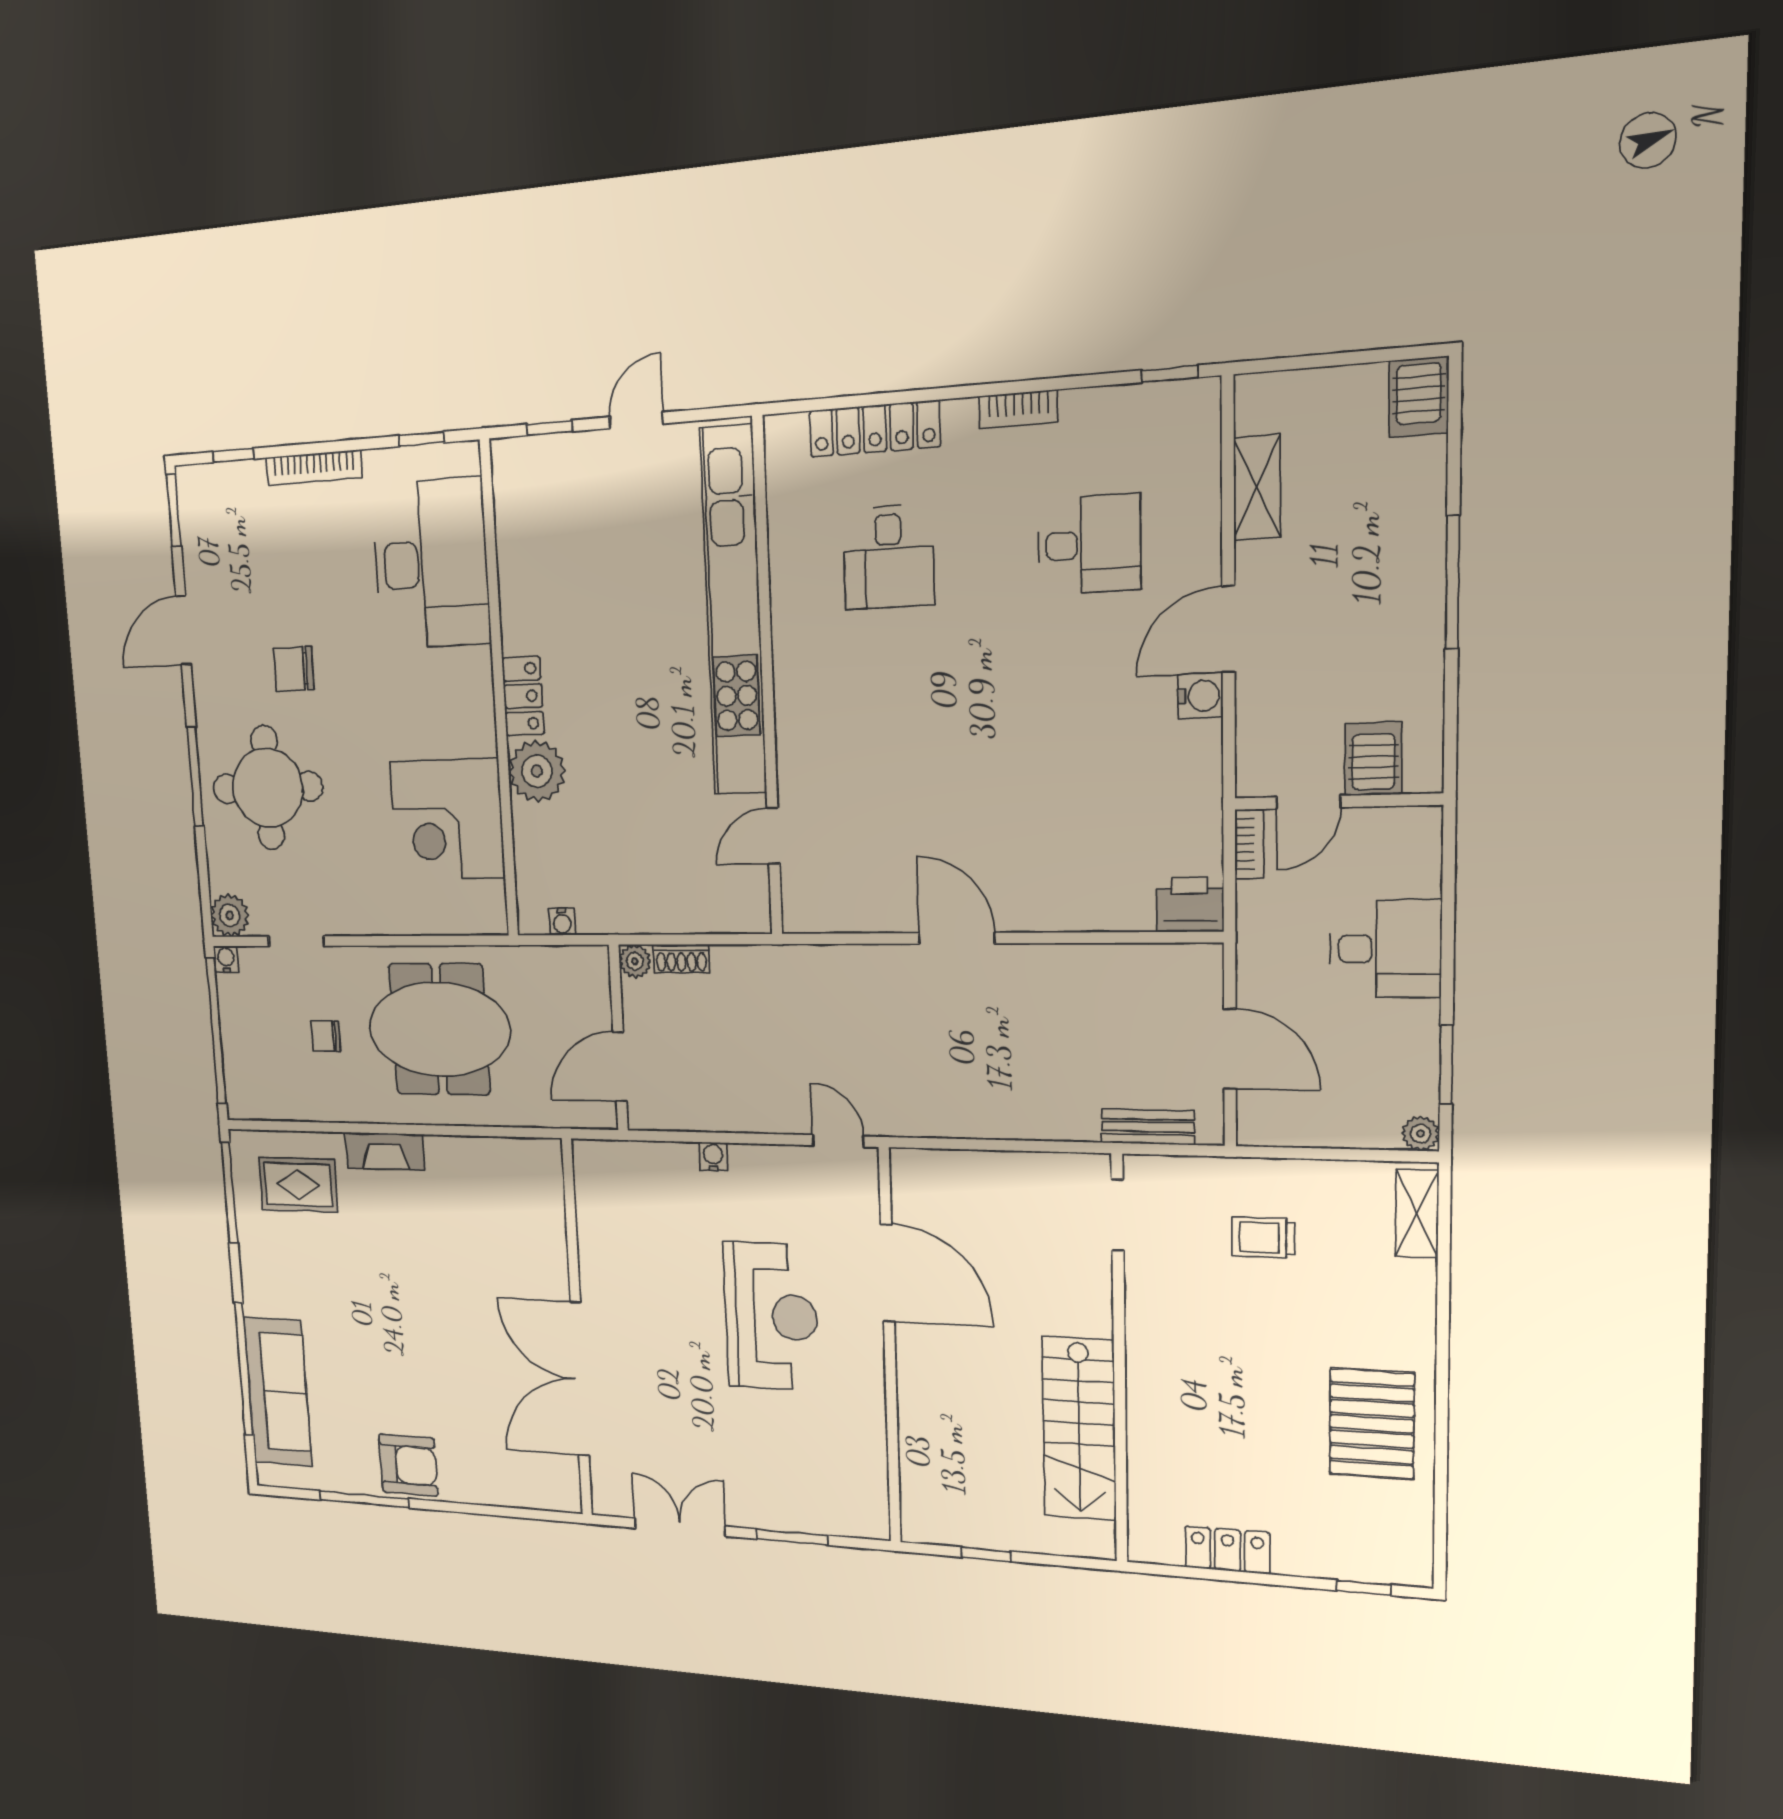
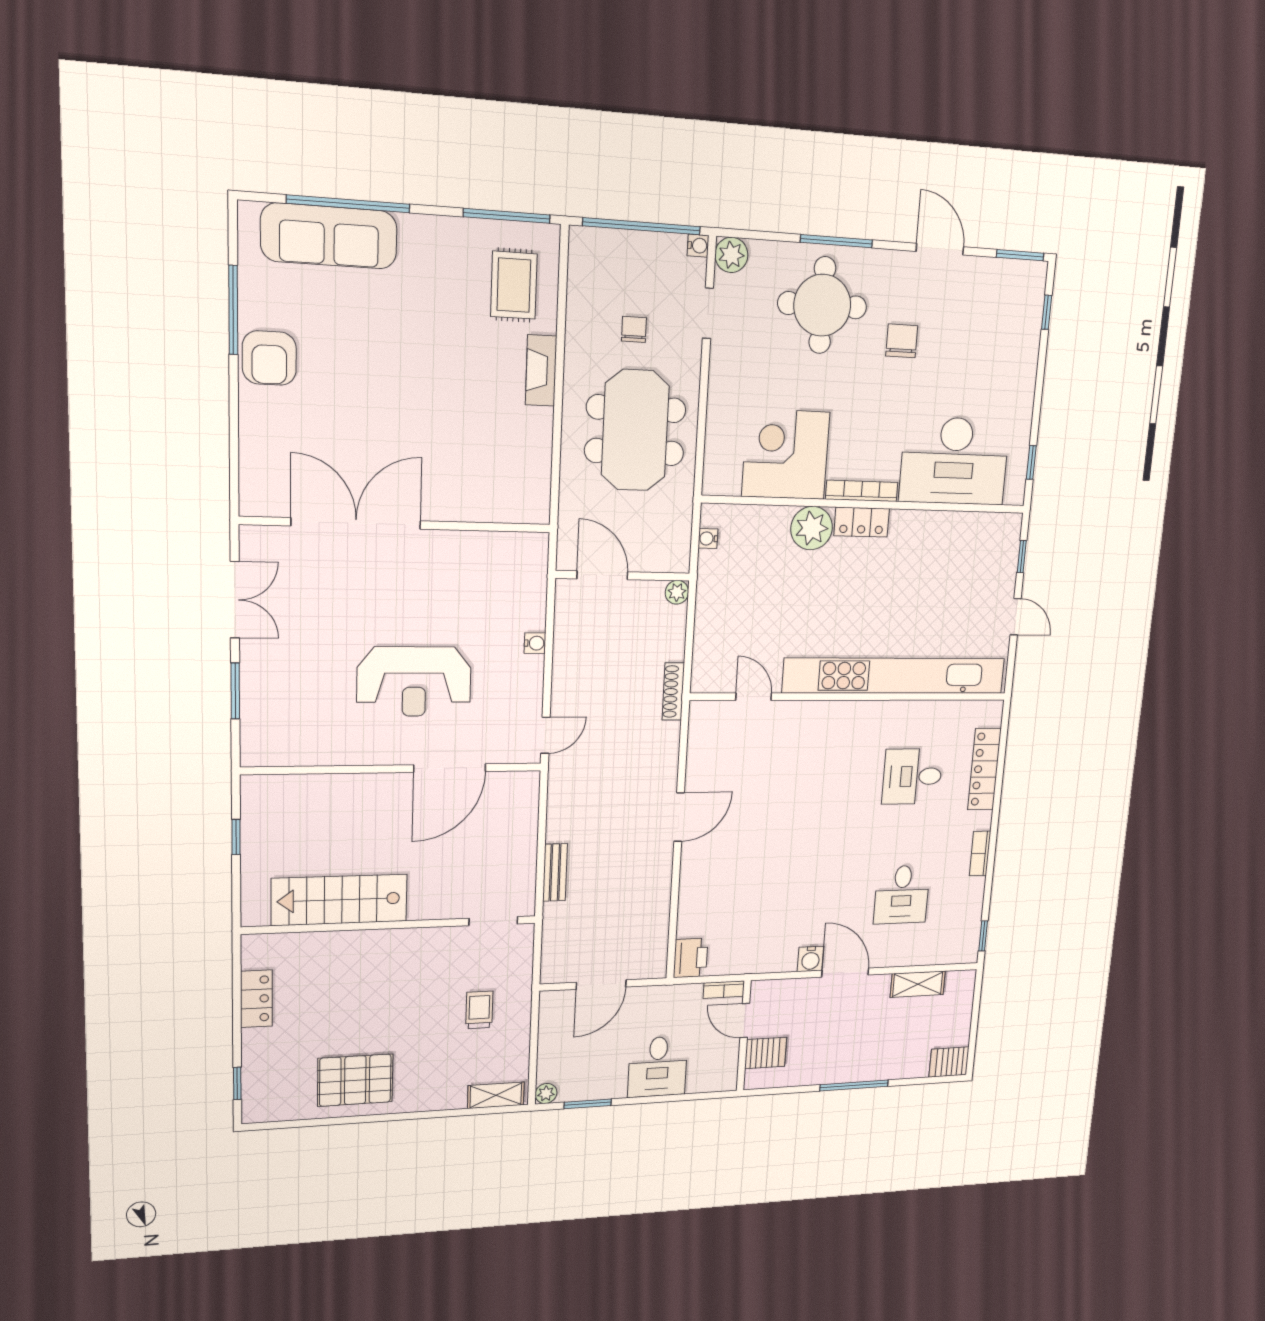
bookcase: (314, 468) -> (862, 491), moved, turned 90
shoe rack: (681, 959) -> (673, 692), moved, width x1.43
bench: (1148, 1127) -> (555, 872), moved

